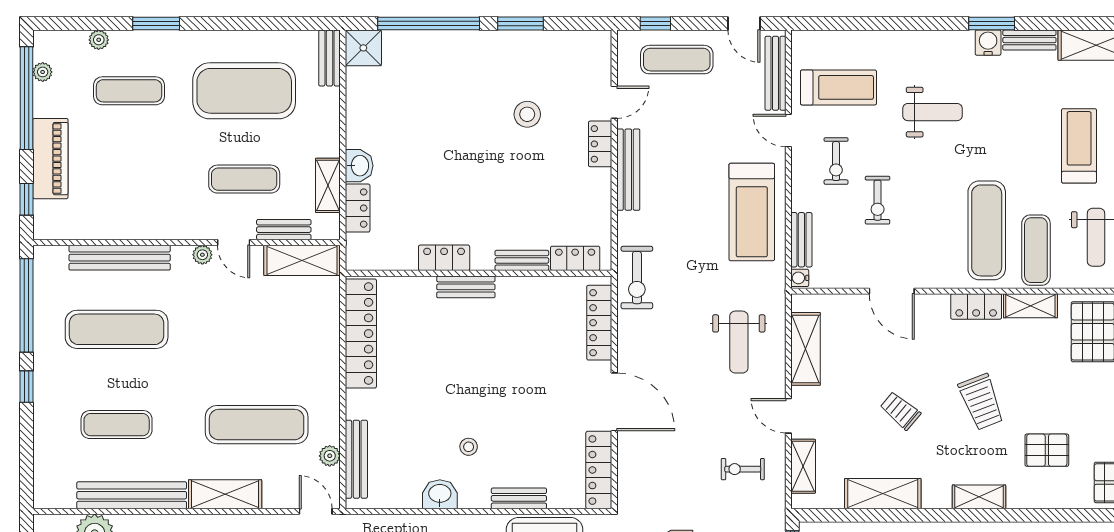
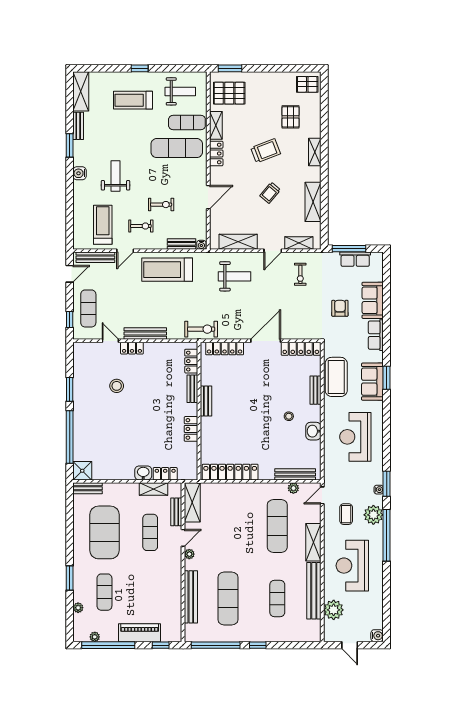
water cooler: (988, 43) -> (80, 173), moved
treadmill: (752, 212) -> (167, 270), turned 180
bench: (466, 287) -> (206, 401), moved

